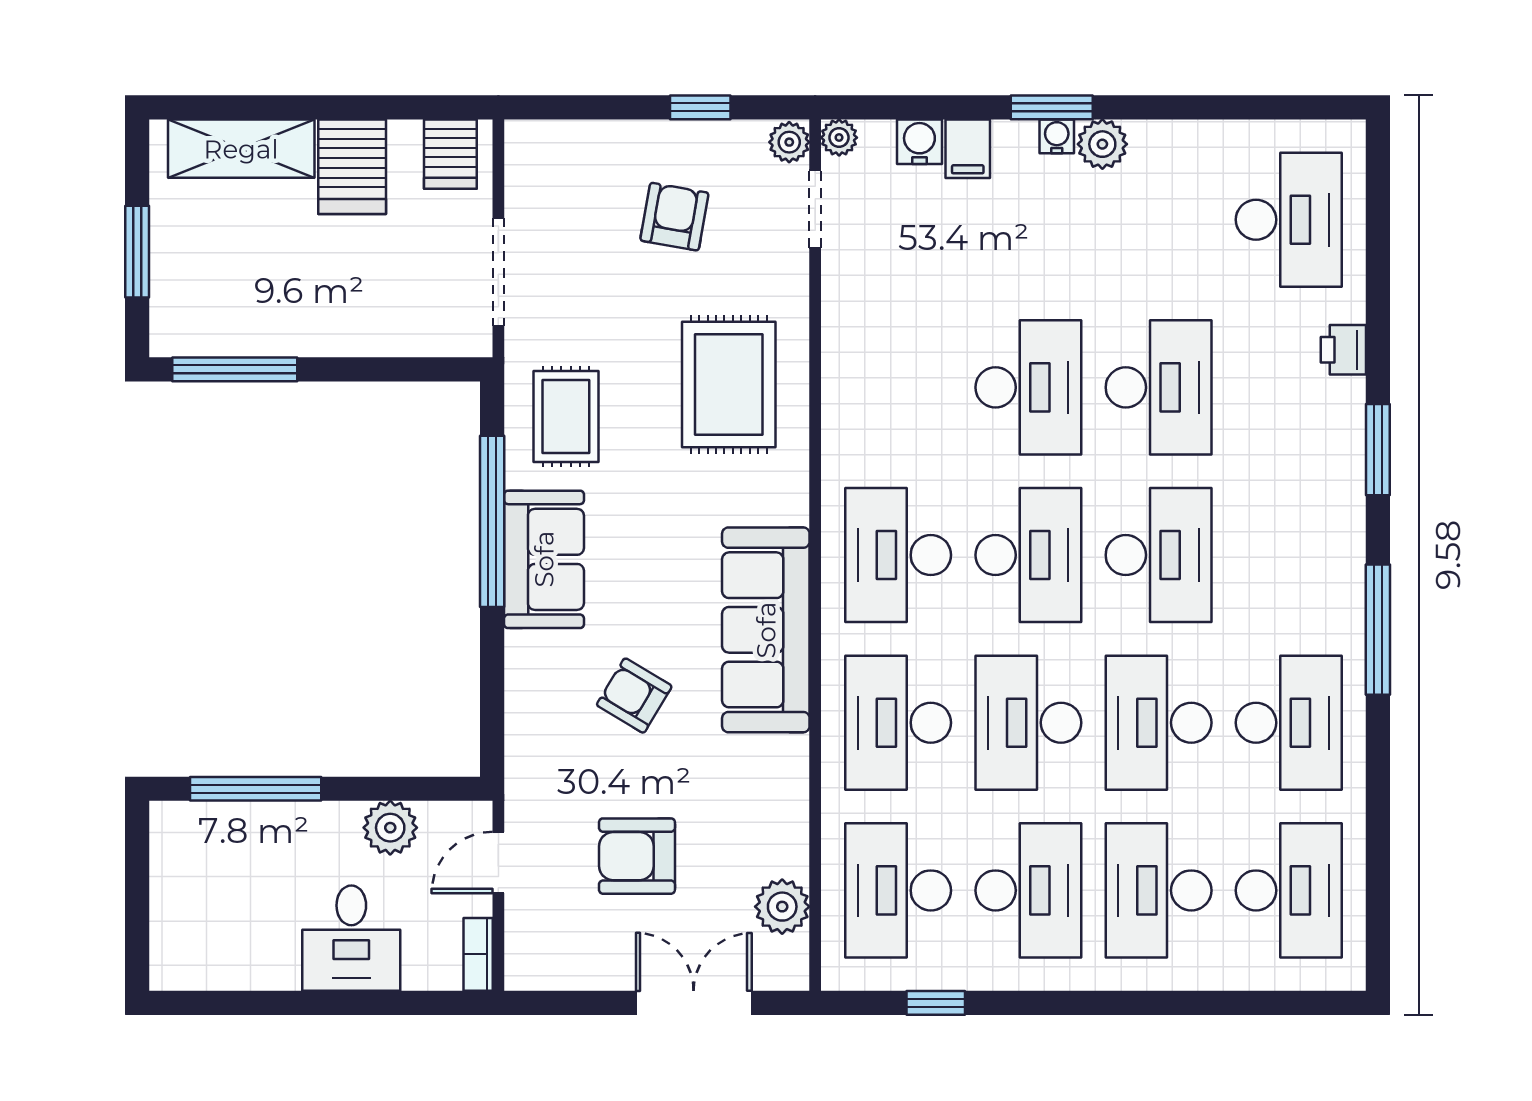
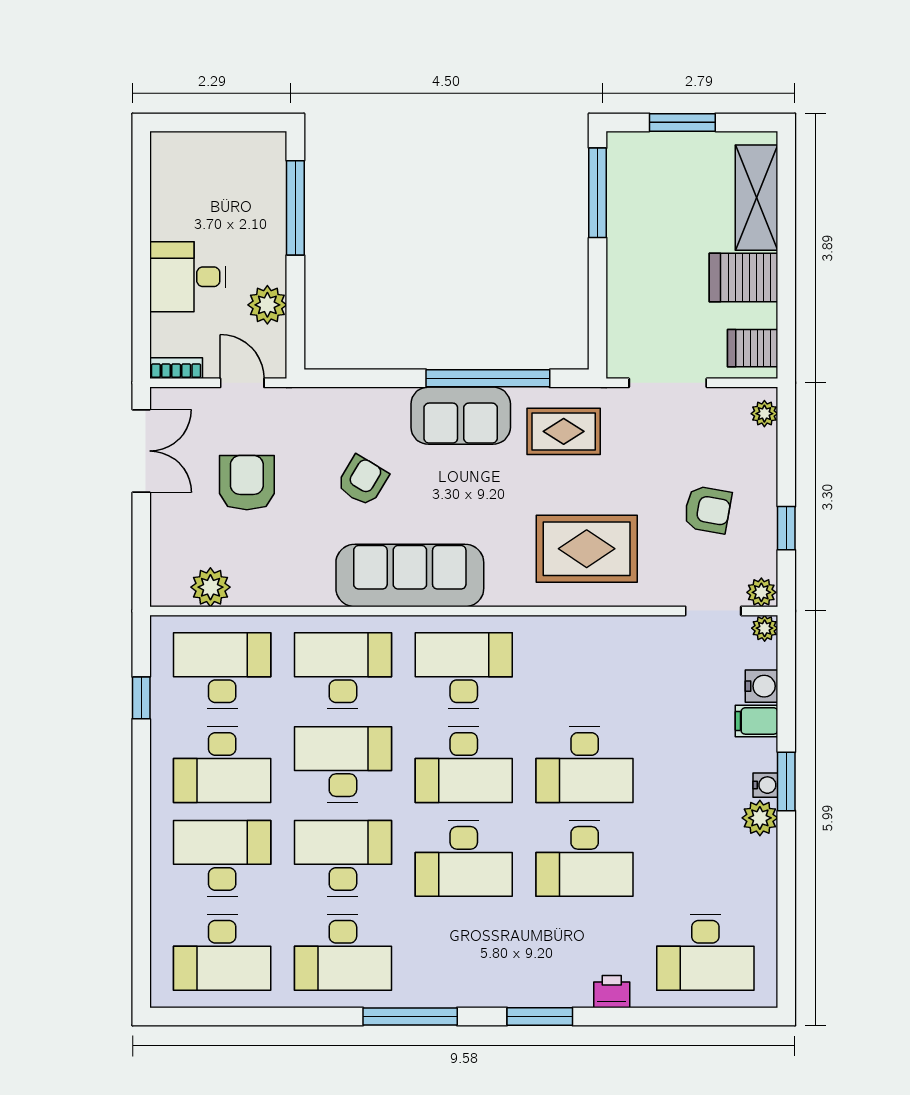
plant: (541, 138) -> (764, 414), added
double door: (694, 1003) -> (141, 451), moved

